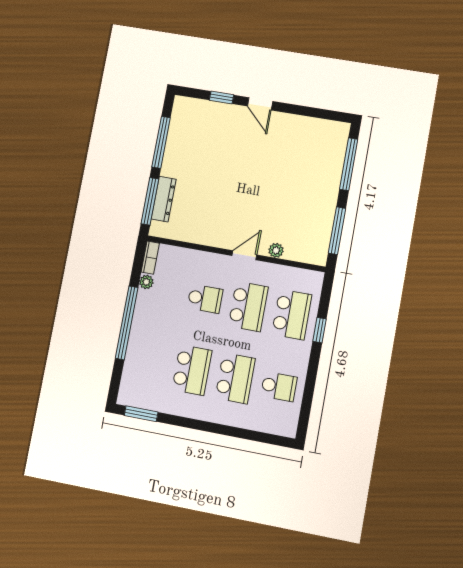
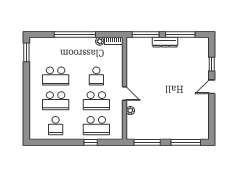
dresser: (164, 199) -> (165, 42), moved

